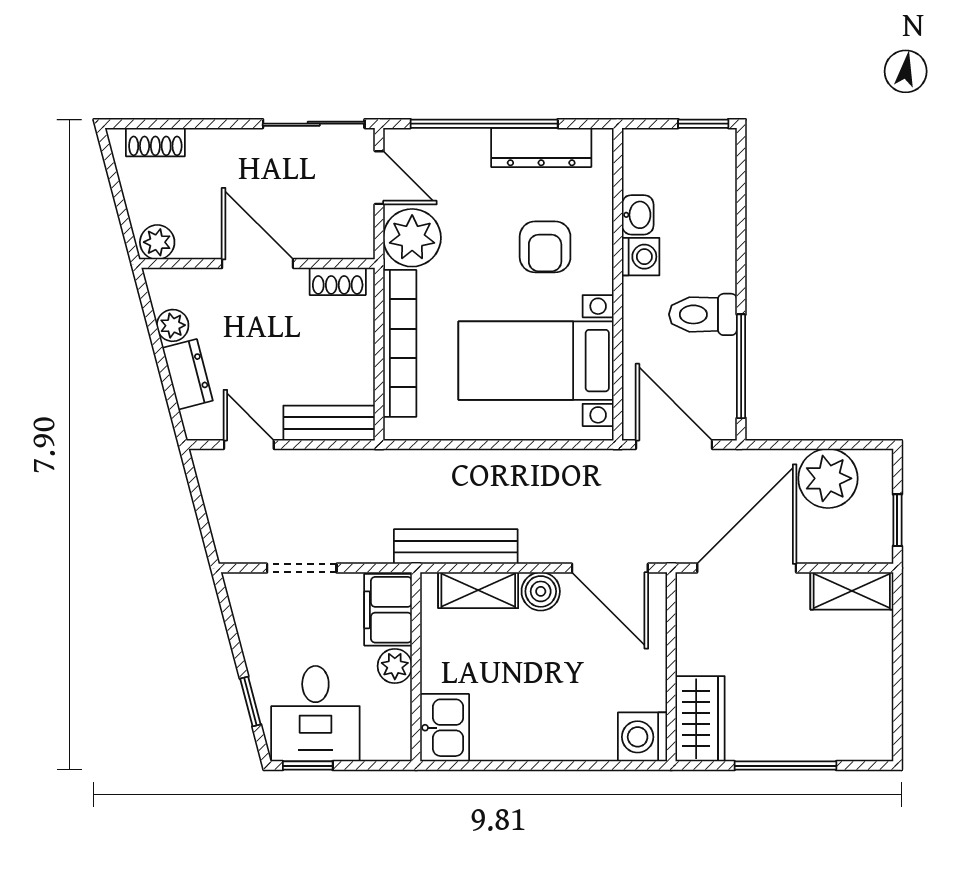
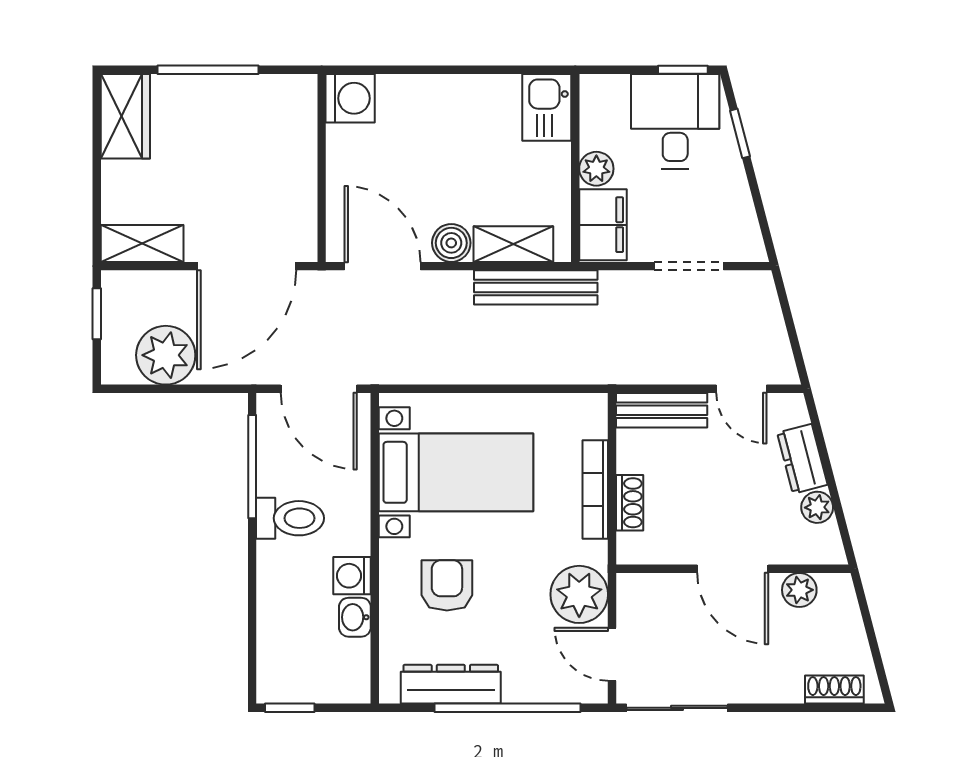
plant: (157, 242) -> (799, 590), moved
shoe rack: (338, 281) -> (630, 503), moved, turned 90
bookcase: (400, 343) -> (595, 489), width x0.68, depth x0.76
wardrobe: (700, 719) -> (125, 116), moved, turned 180

